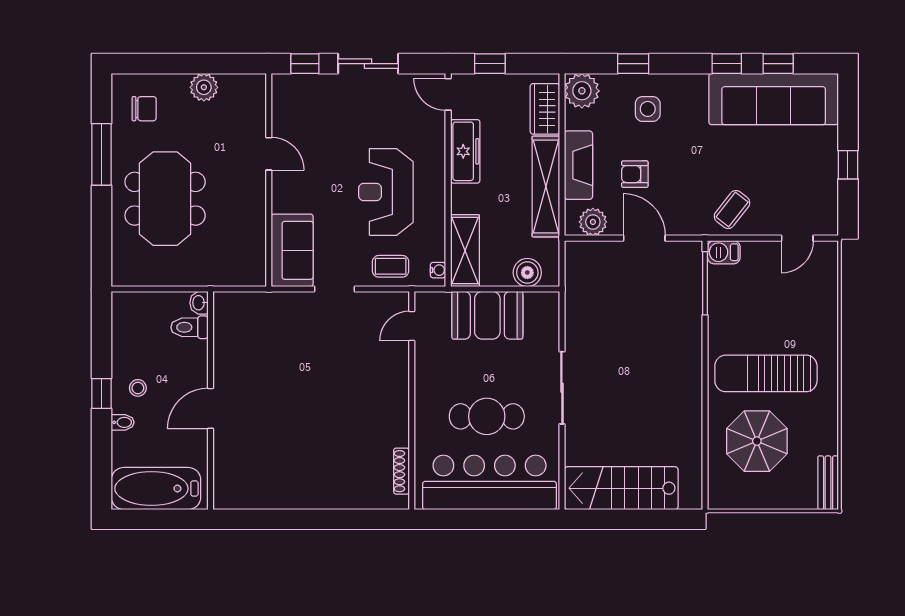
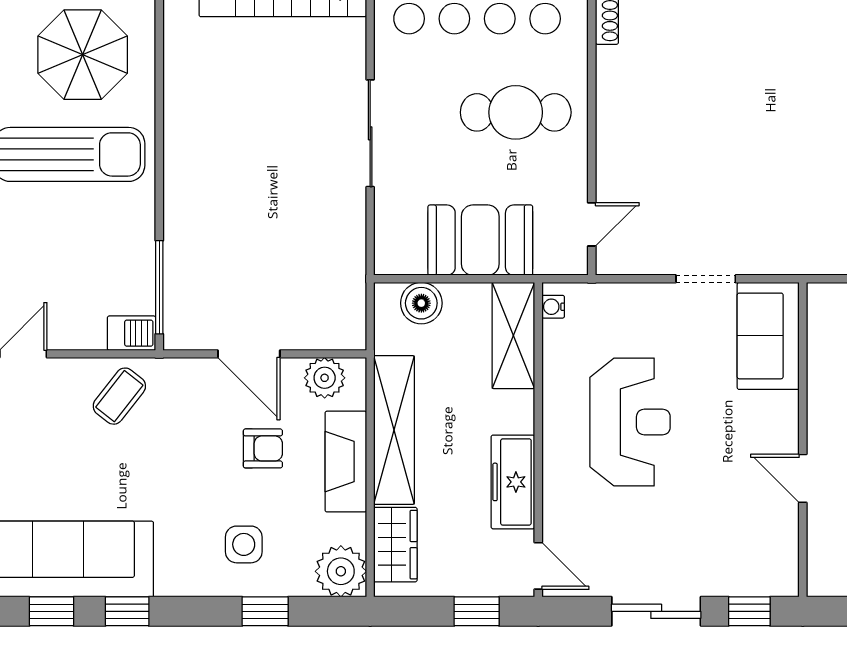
coffee table: (391, 266) -> (623, 312), removed
cafe table: (487, 416) -> (516, 112), moved

